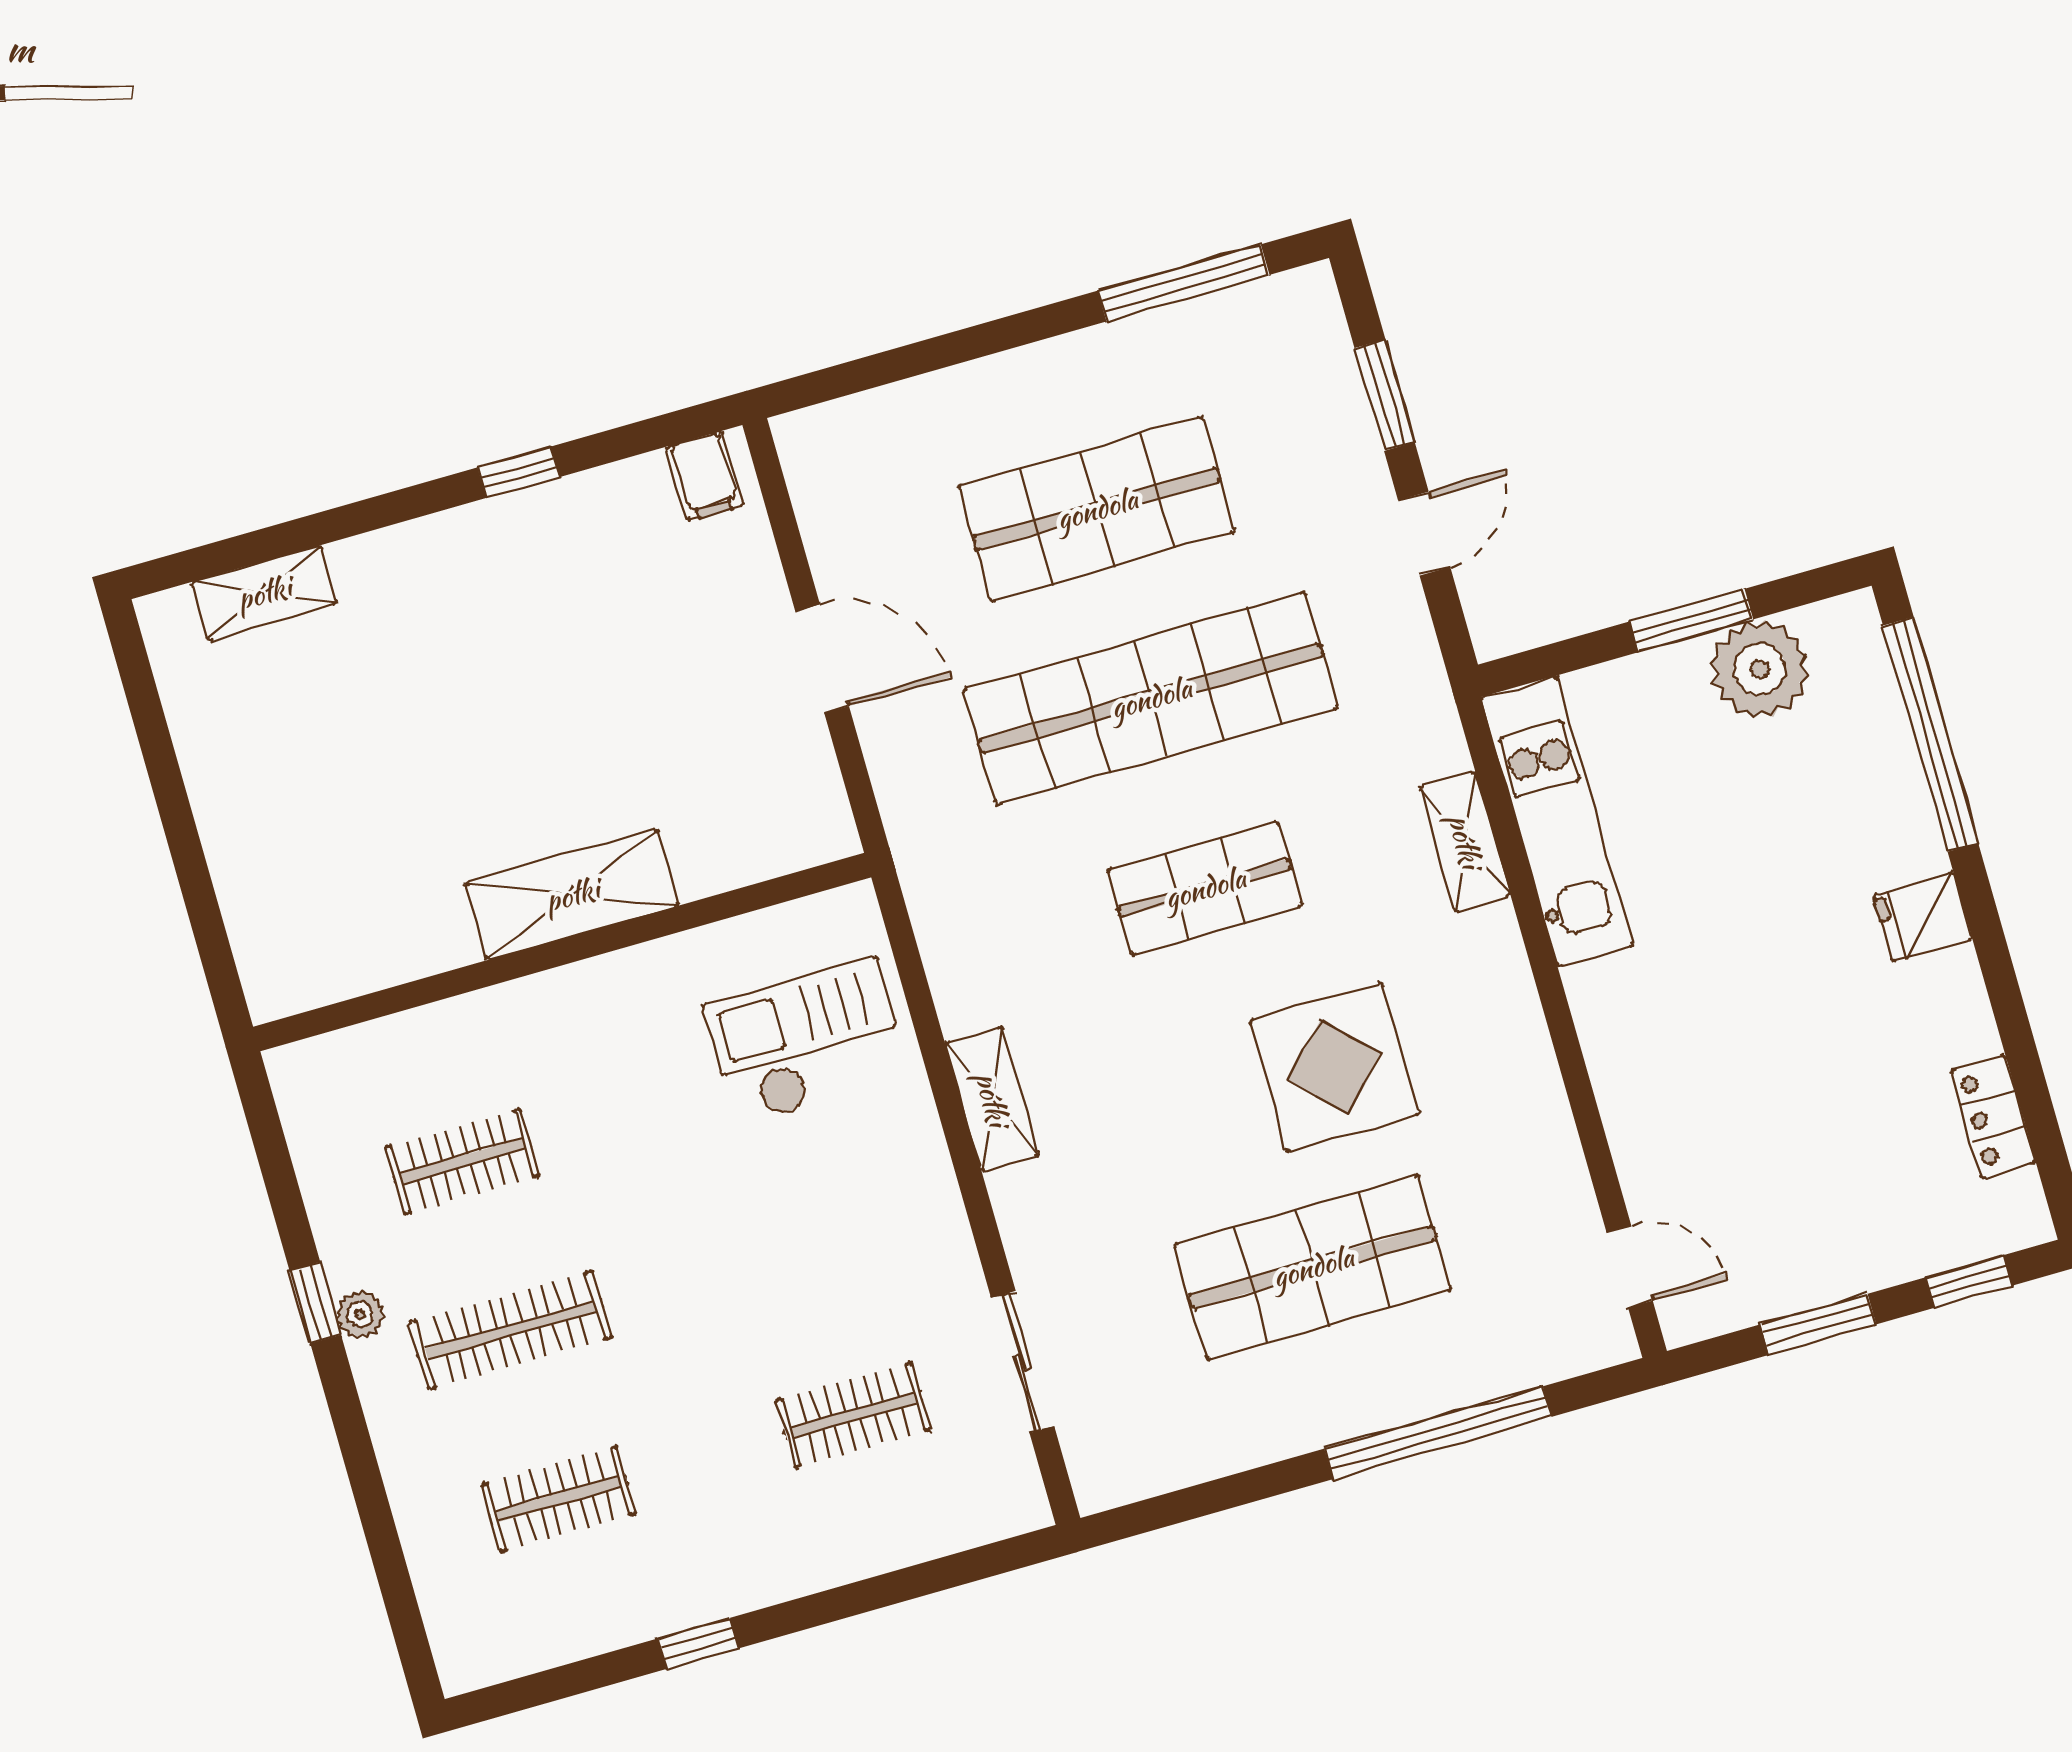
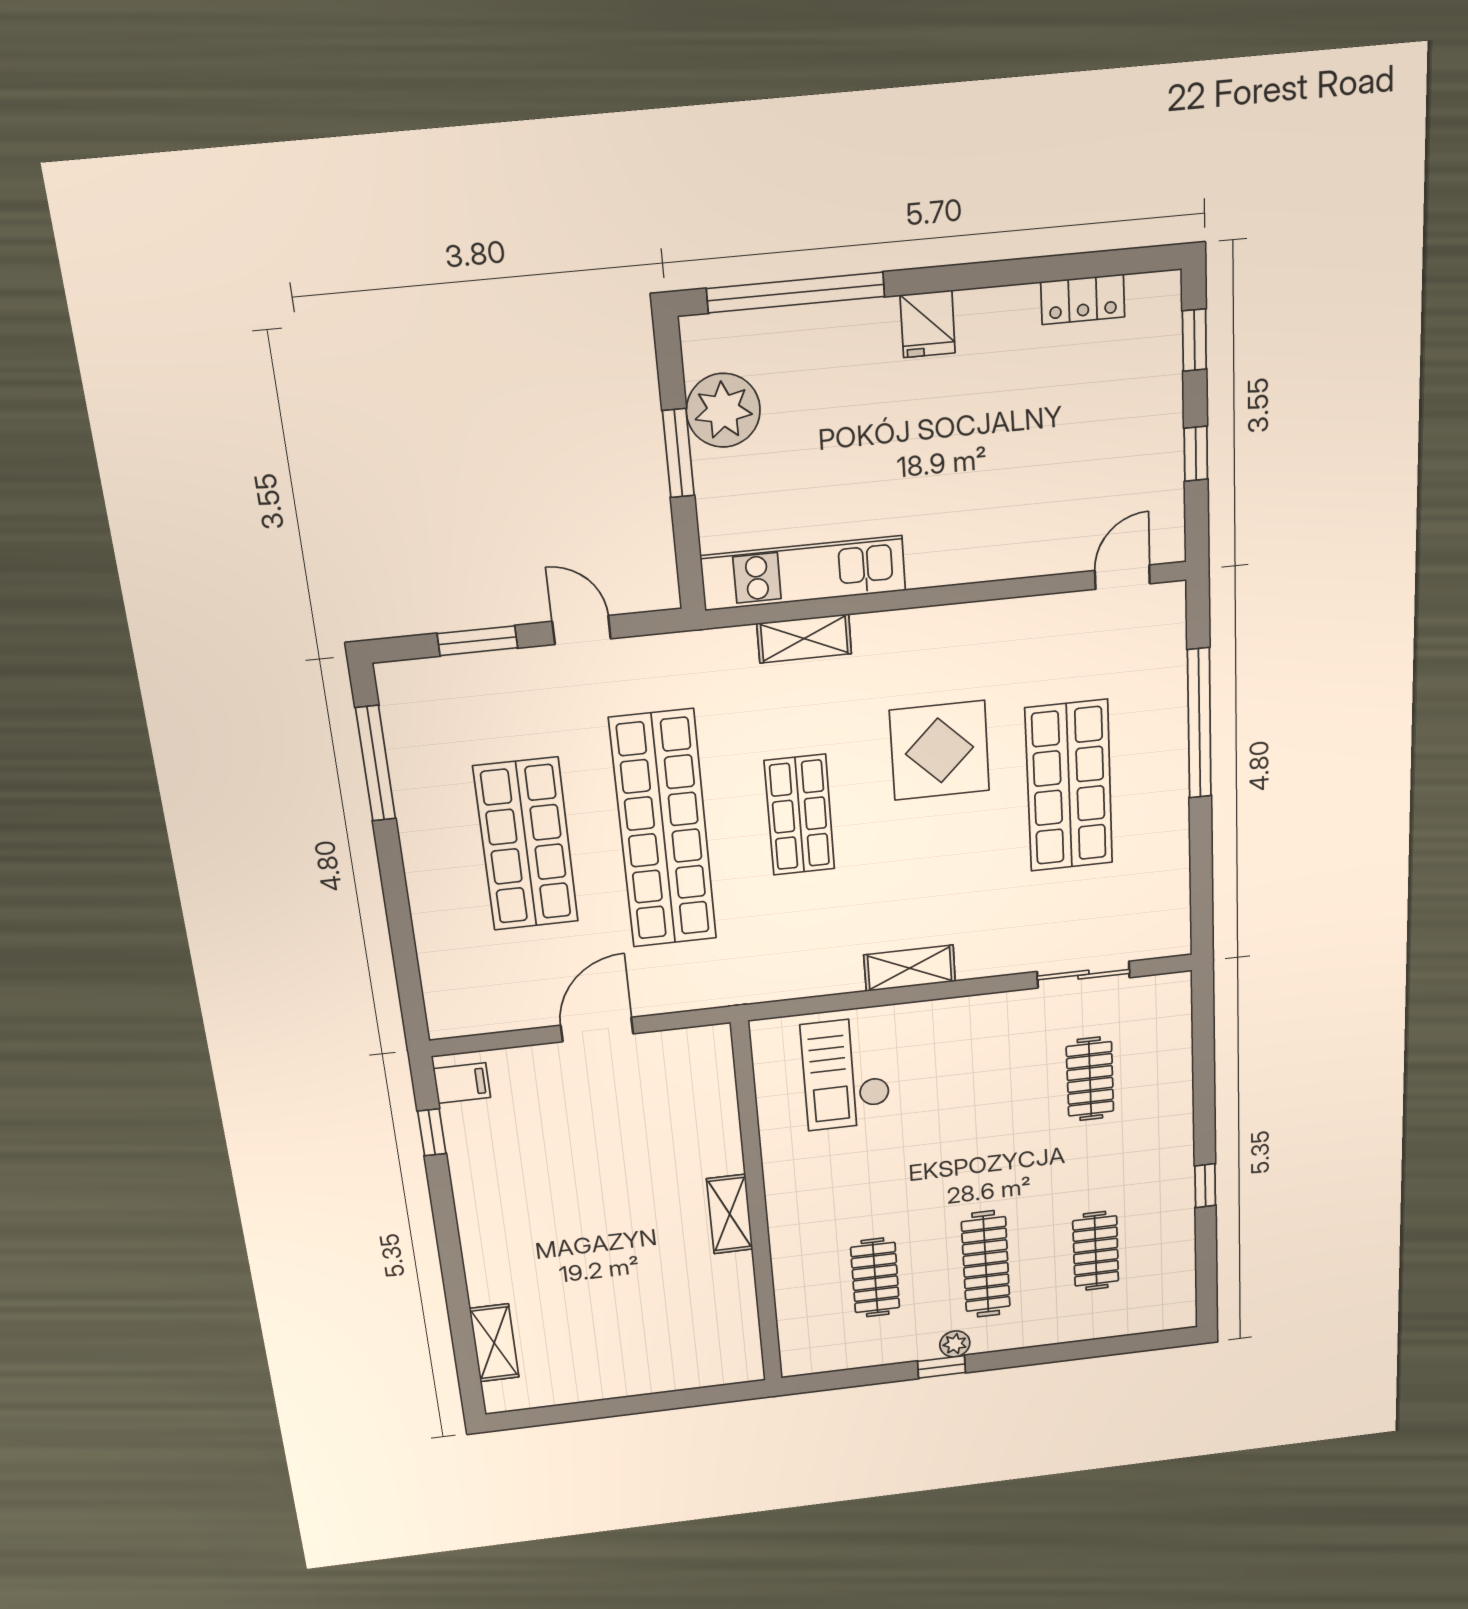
window: (518, 472) -> (432, 1132), moved
shelving: (572, 895) -> (730, 1214), width x0.67, depth x0.75
window: (1818, 1324) -> (1196, 454), width x0.67

